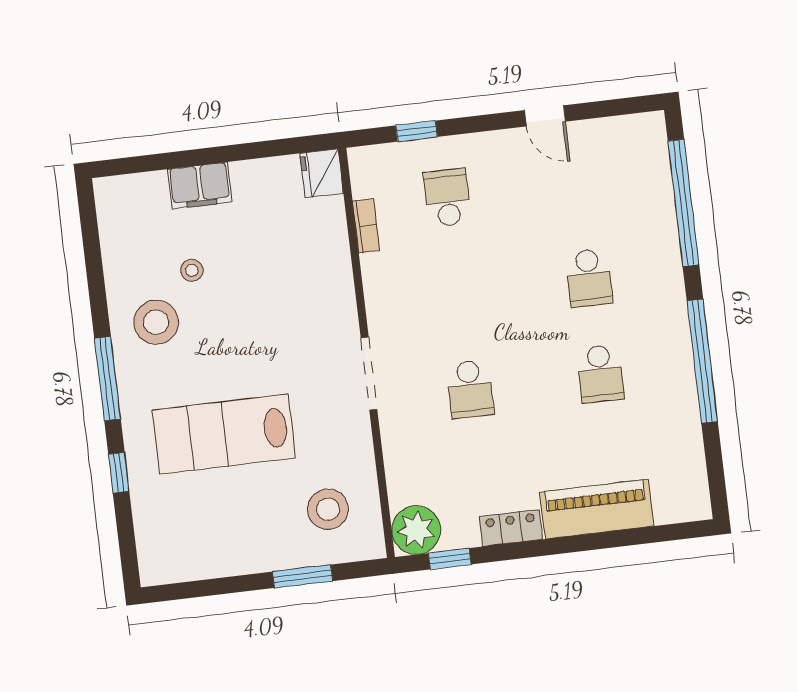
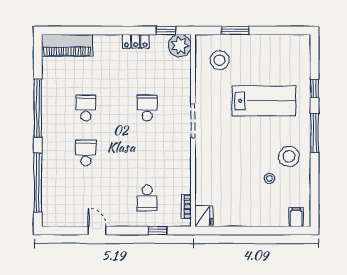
filing cabinet: (200, 186) -> (296, 217), moved, width x0.50
bookcase: (366, 226) -> (186, 207), moved
piano: (597, 509) -> (67, 45), moved

